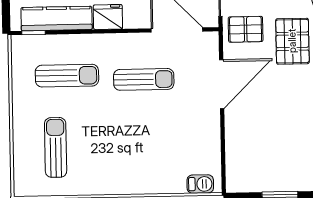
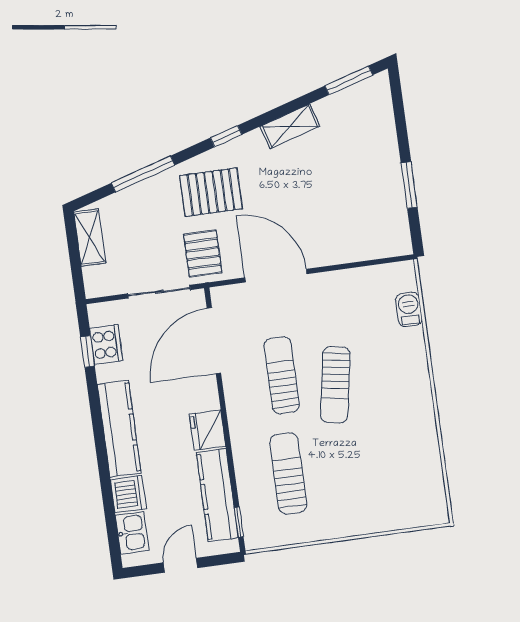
sun lounger: (56, 147) -> (335, 385), moved, turned -80
barbecue: (200, 184) -> (409, 309), moved

